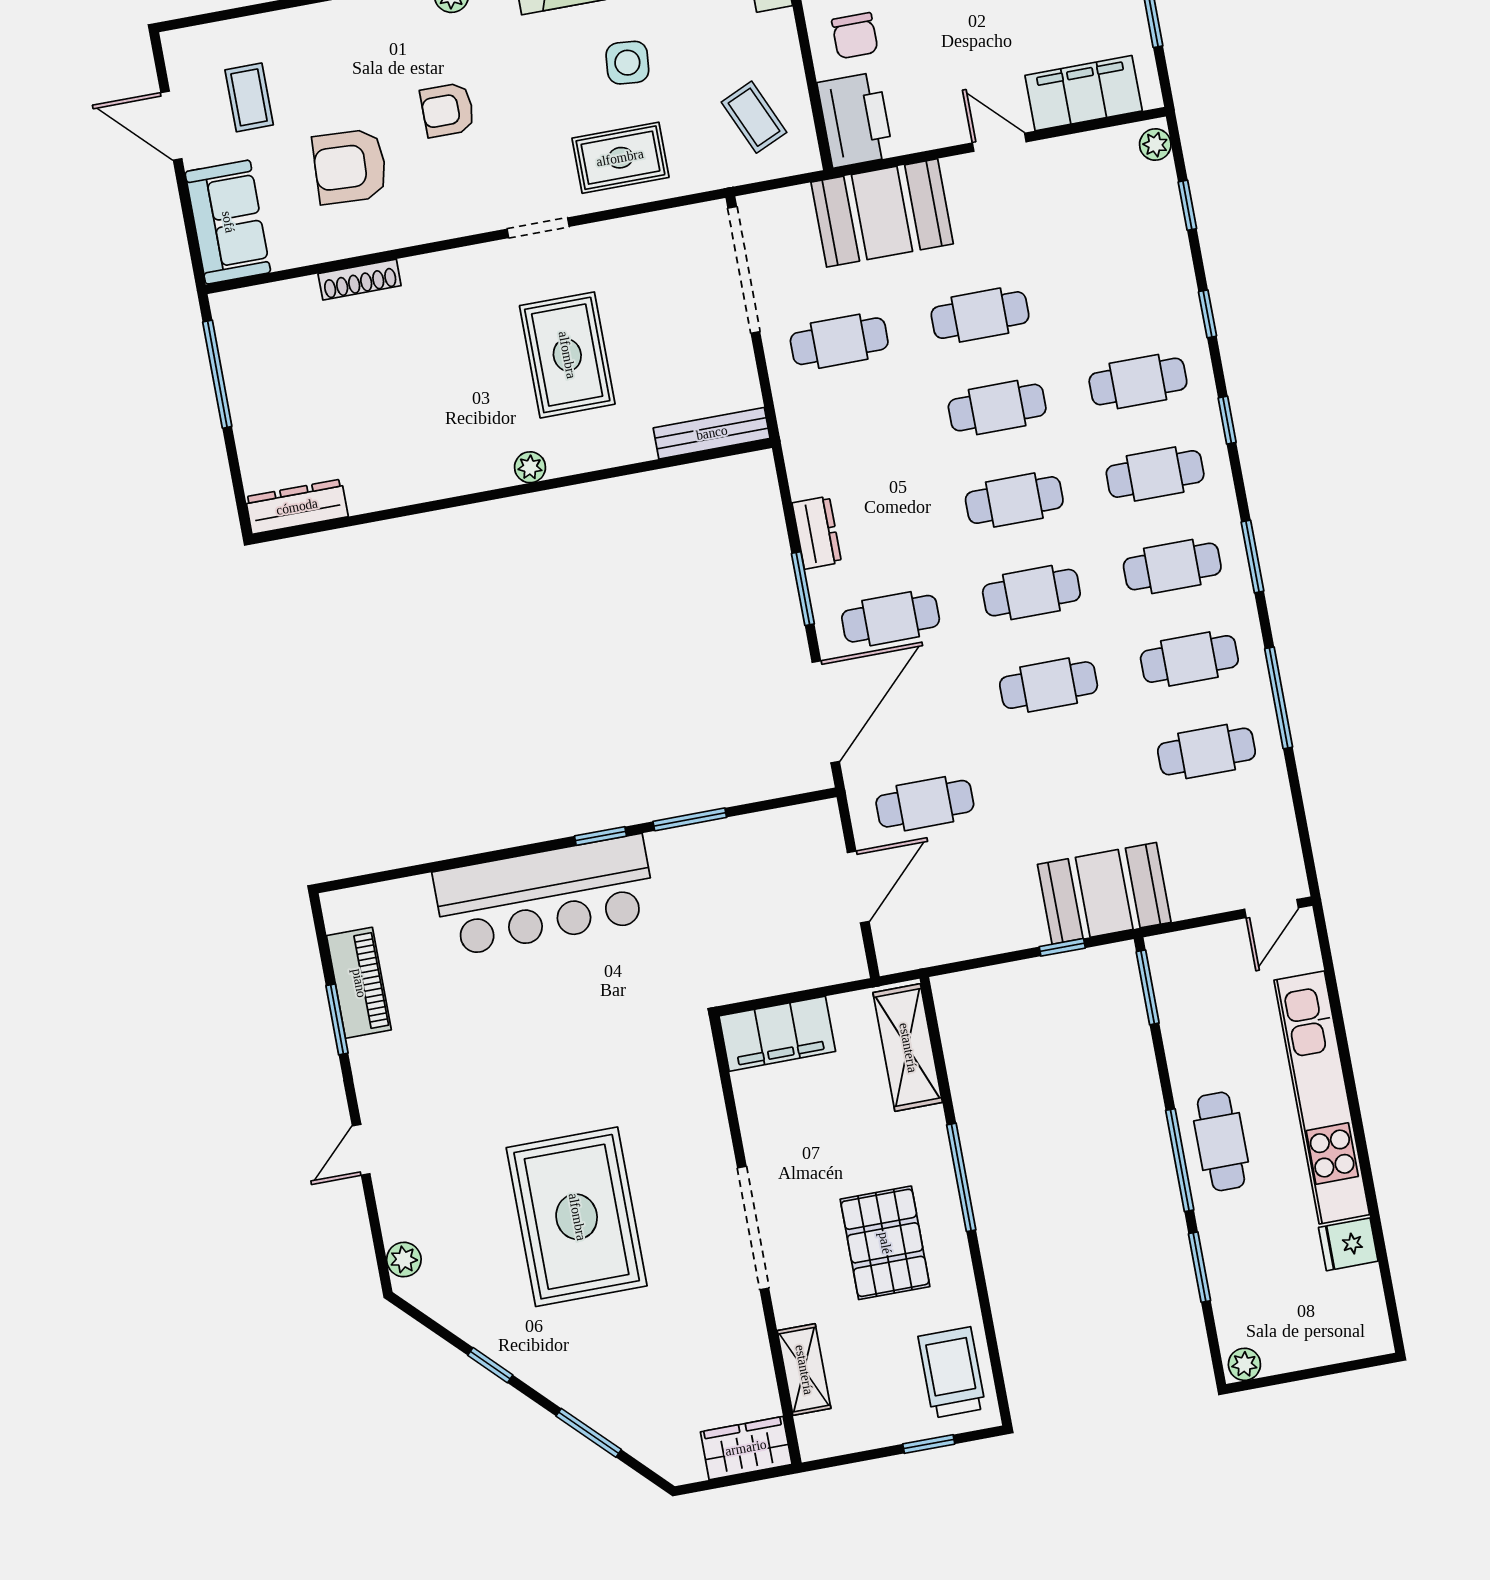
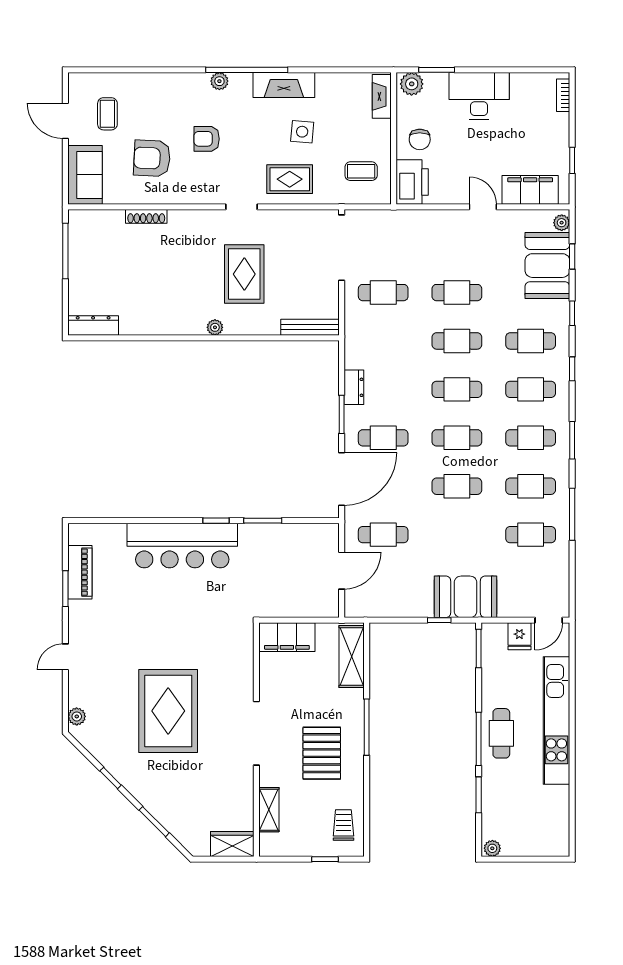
coffee table: (754, 117) -> (361, 171), turned -66
booth: (882, 213) -> (547, 266), moved, turned 90
fridge: (1348, 1244) -> (519, 636), moved, turned -90
trolley: (952, 1372) -> (343, 825), width x0.73, depth x0.72

